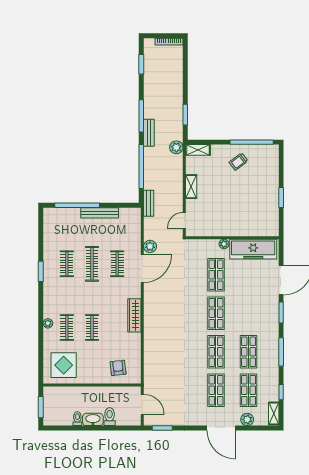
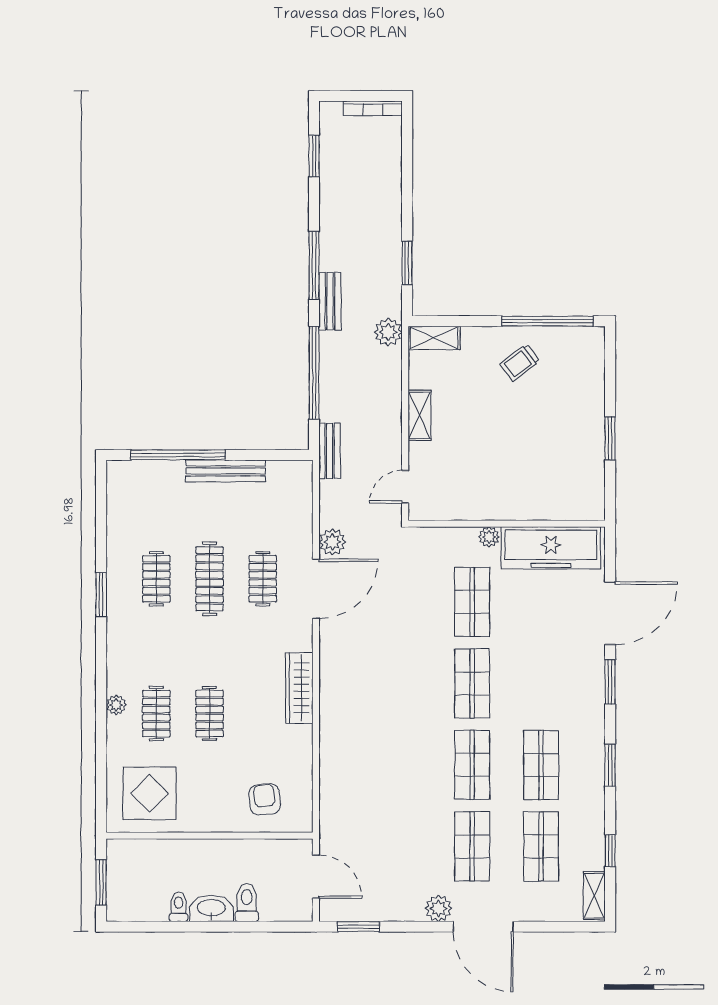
window: (281, 352) -> (610, 765), width x0.69
plant: (247, 419) -> (438, 908), moved

